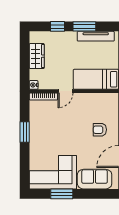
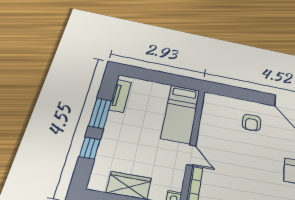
tv unit: (96, 36) -> (120, 96), width x0.71

